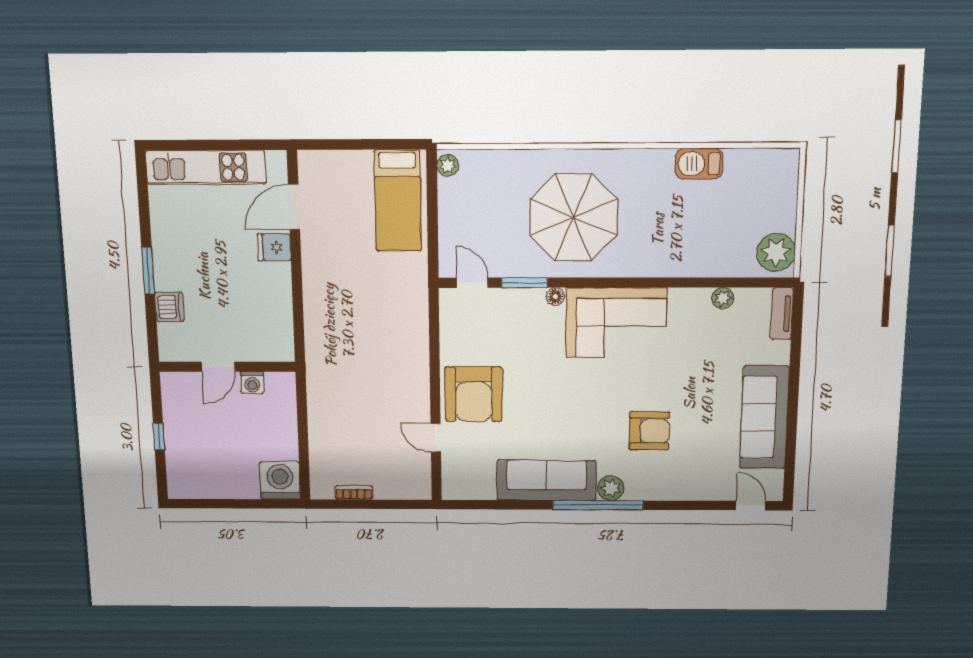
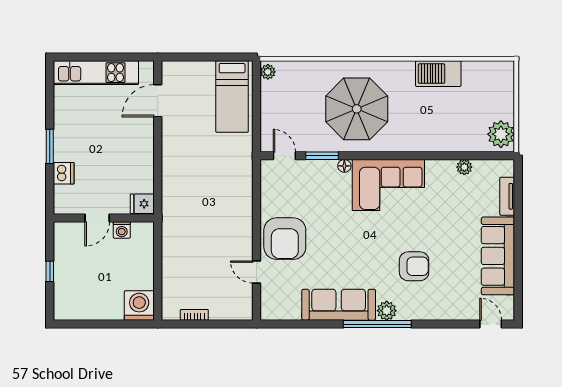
barbecue: (699, 164) -> (438, 74), width x1.37, depth x1.21
fridge: (274, 247) -> (142, 204), moved
tv unit: (782, 314) -> (507, 196), moved

